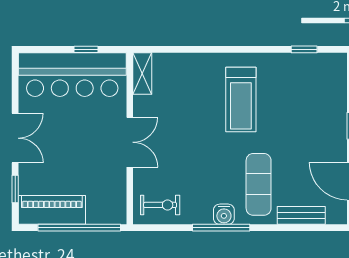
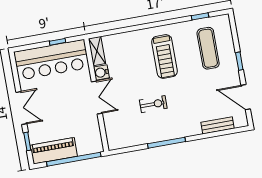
exercise mat: (259, 184) -> (208, 48), moved
exercise bike: (160, 205) -> (153, 104), moved
water cooler: (224, 214) -> (101, 72), moved, turned 90

